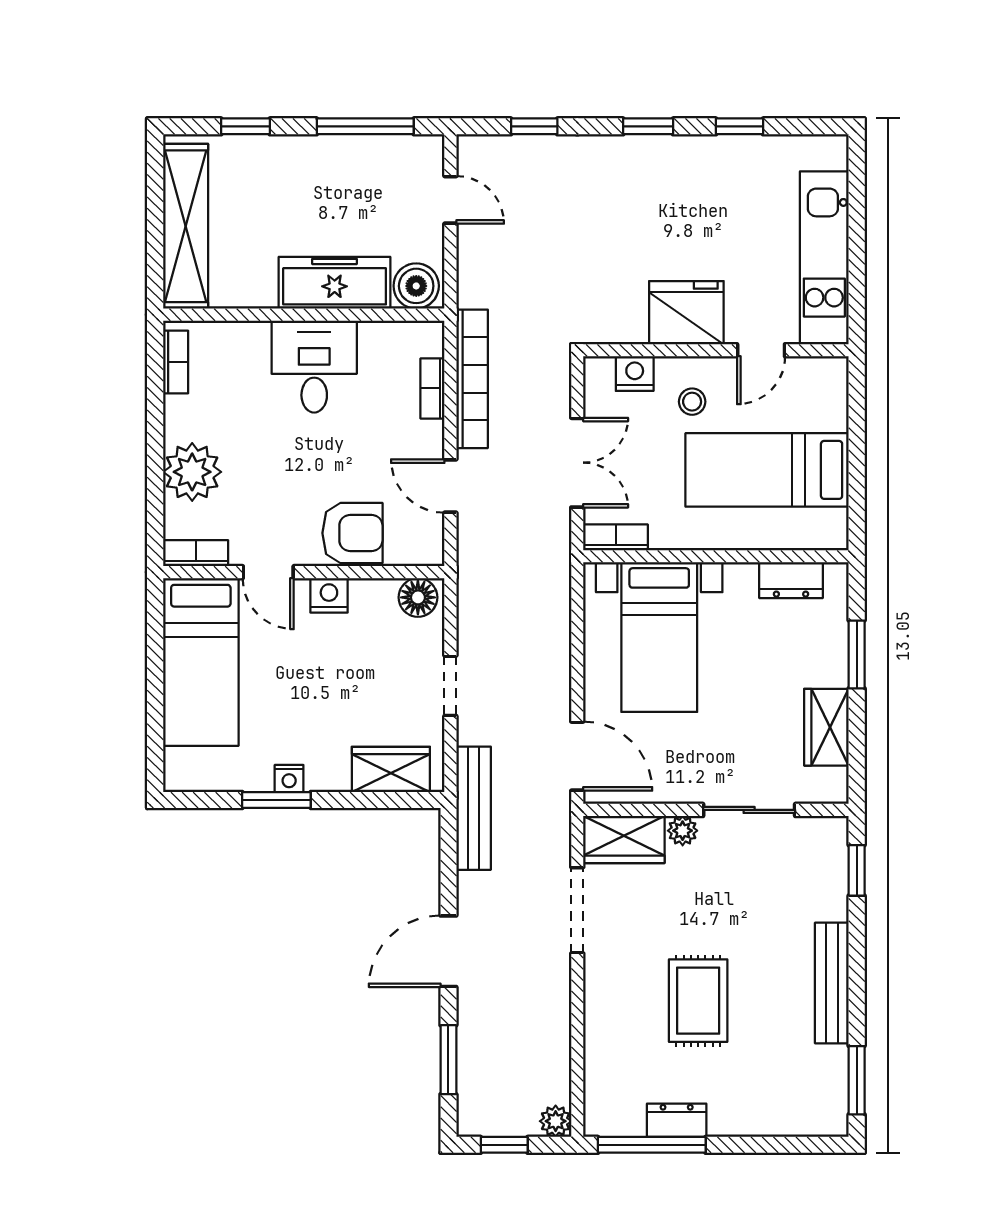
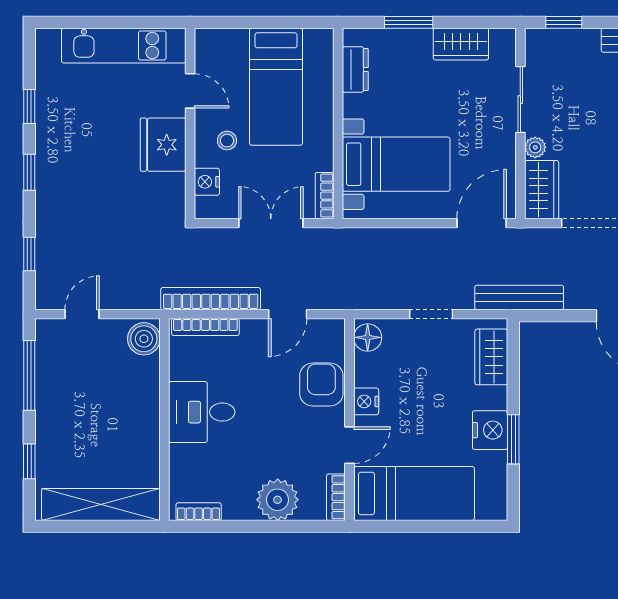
freezer: (335, 283) -> (142, 397), removed
bookcase: (432, 388) -> (205, 327), width x1.56
nightstand: (289, 779) -> (490, 430), width x1.89, depth x1.79

